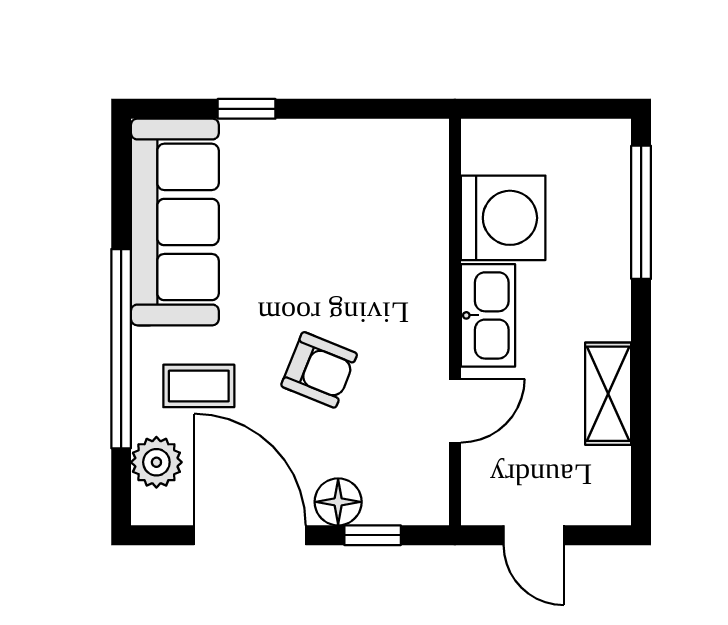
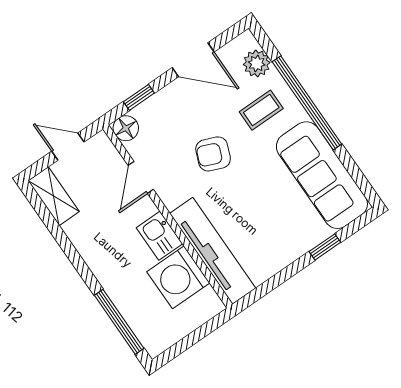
tv unit: (423, 222) -> (213, 251), added
kitchen sink: (488, 315) -> (159, 236), width x0.73
shelving: (608, 394) -> (54, 196), moved
floor lamp: (338, 502) -> (126, 128), moved
door: (250, 535) -> (193, 60), width x0.73

